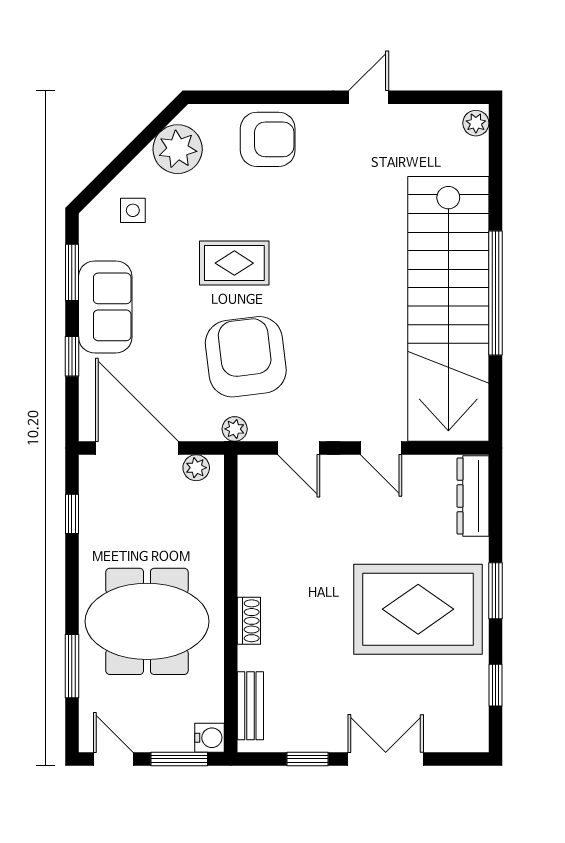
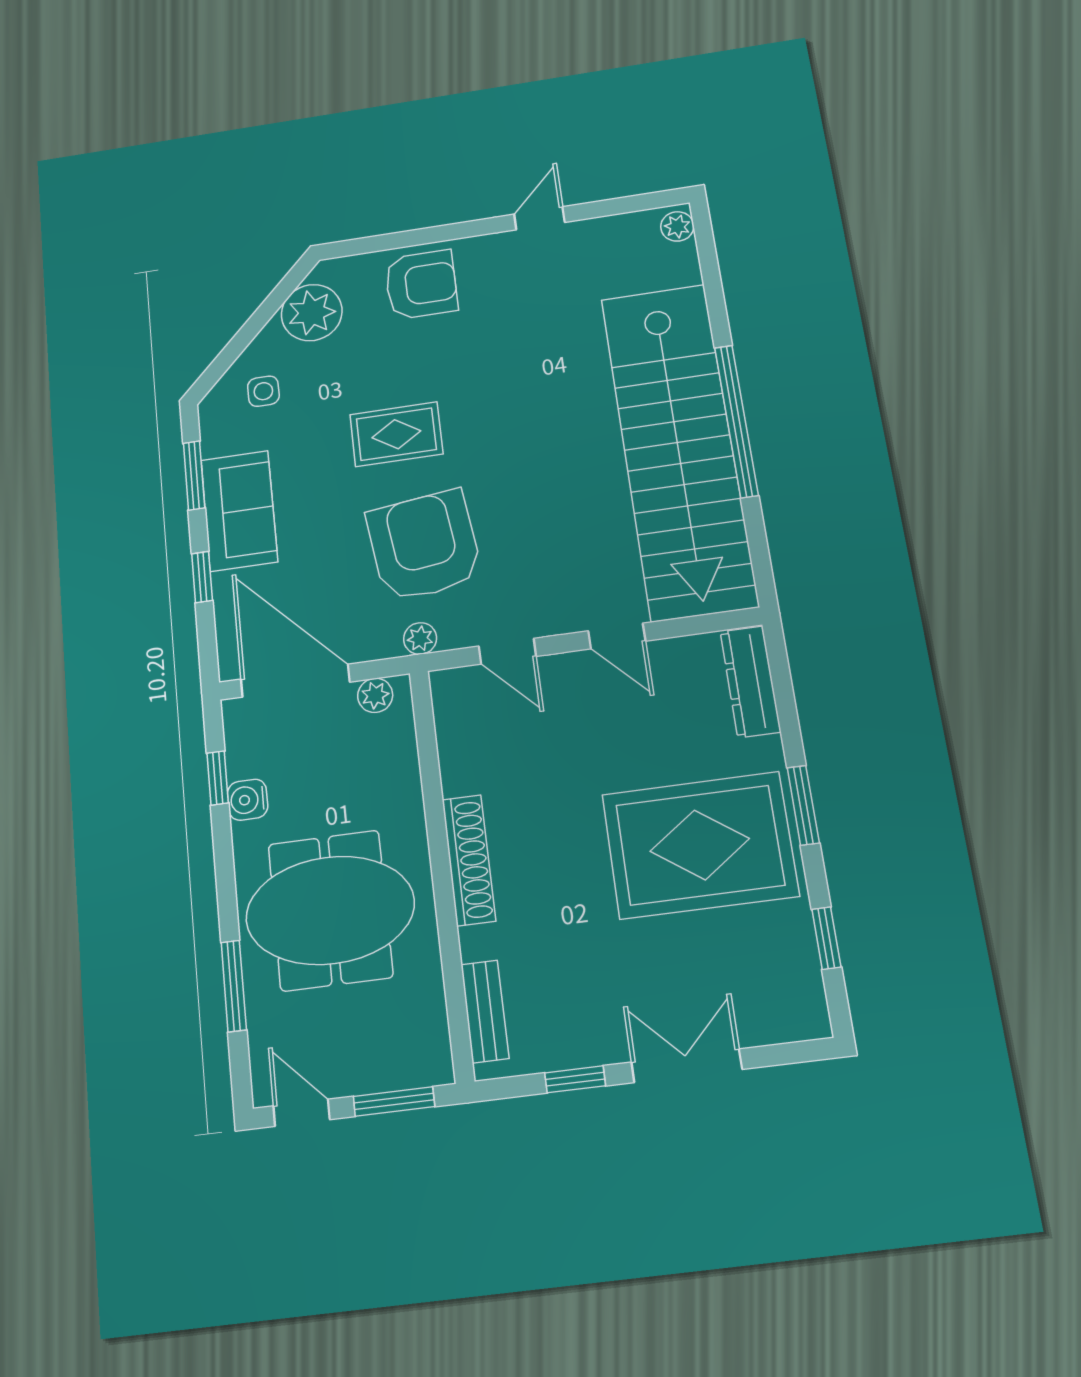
shoe rack: (249, 621) -> (469, 860), width x1.94, depth x1.24
water cooler: (210, 738) -> (248, 800), moved, turned 180

